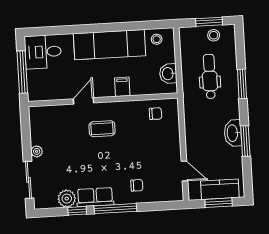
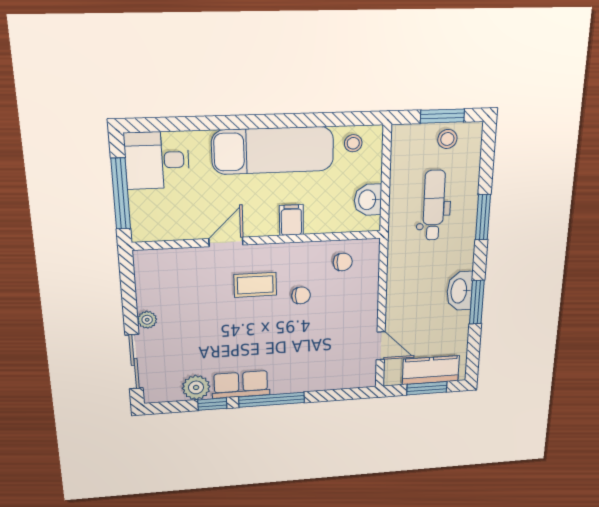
chair: (137, 185) -> (301, 295), moved

